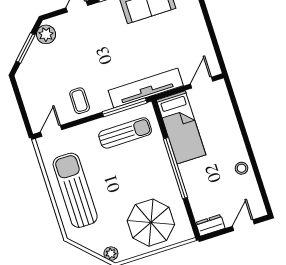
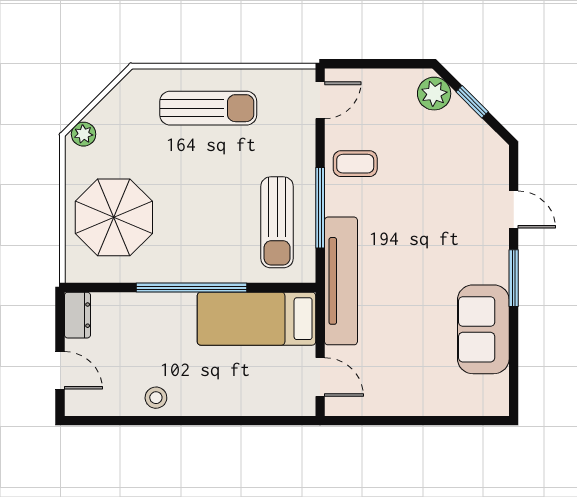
plant: (46, 34) -> (434, 94), moved
window: (26, 48) -> (472, 102), width x0.67
window: (124, 107) -> (320, 208), moved
door: (51, 131) -> (320, 100), hinge flipped
sun lounger: (75, 190) -> (208, 108), width x0.73, depth x0.75

